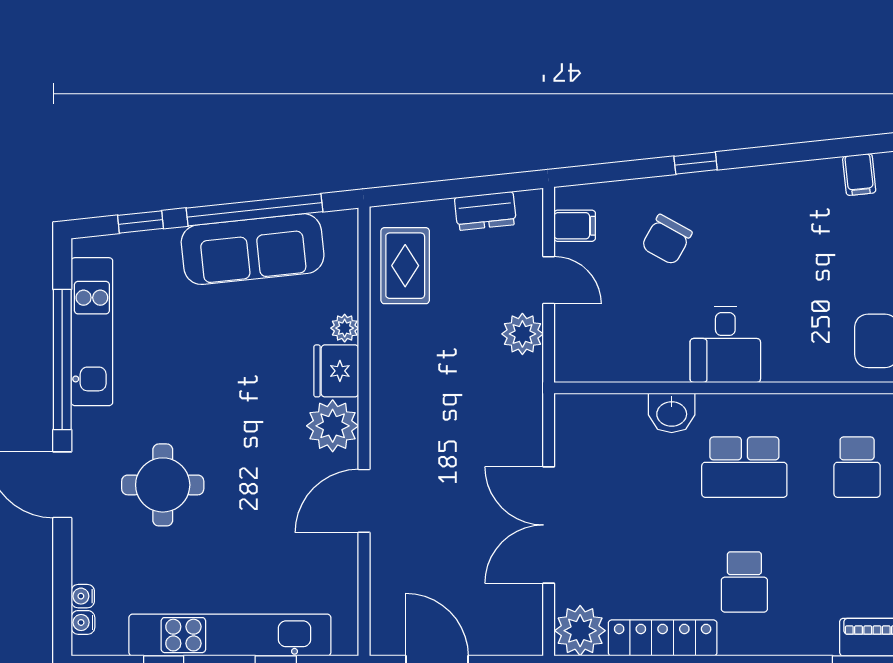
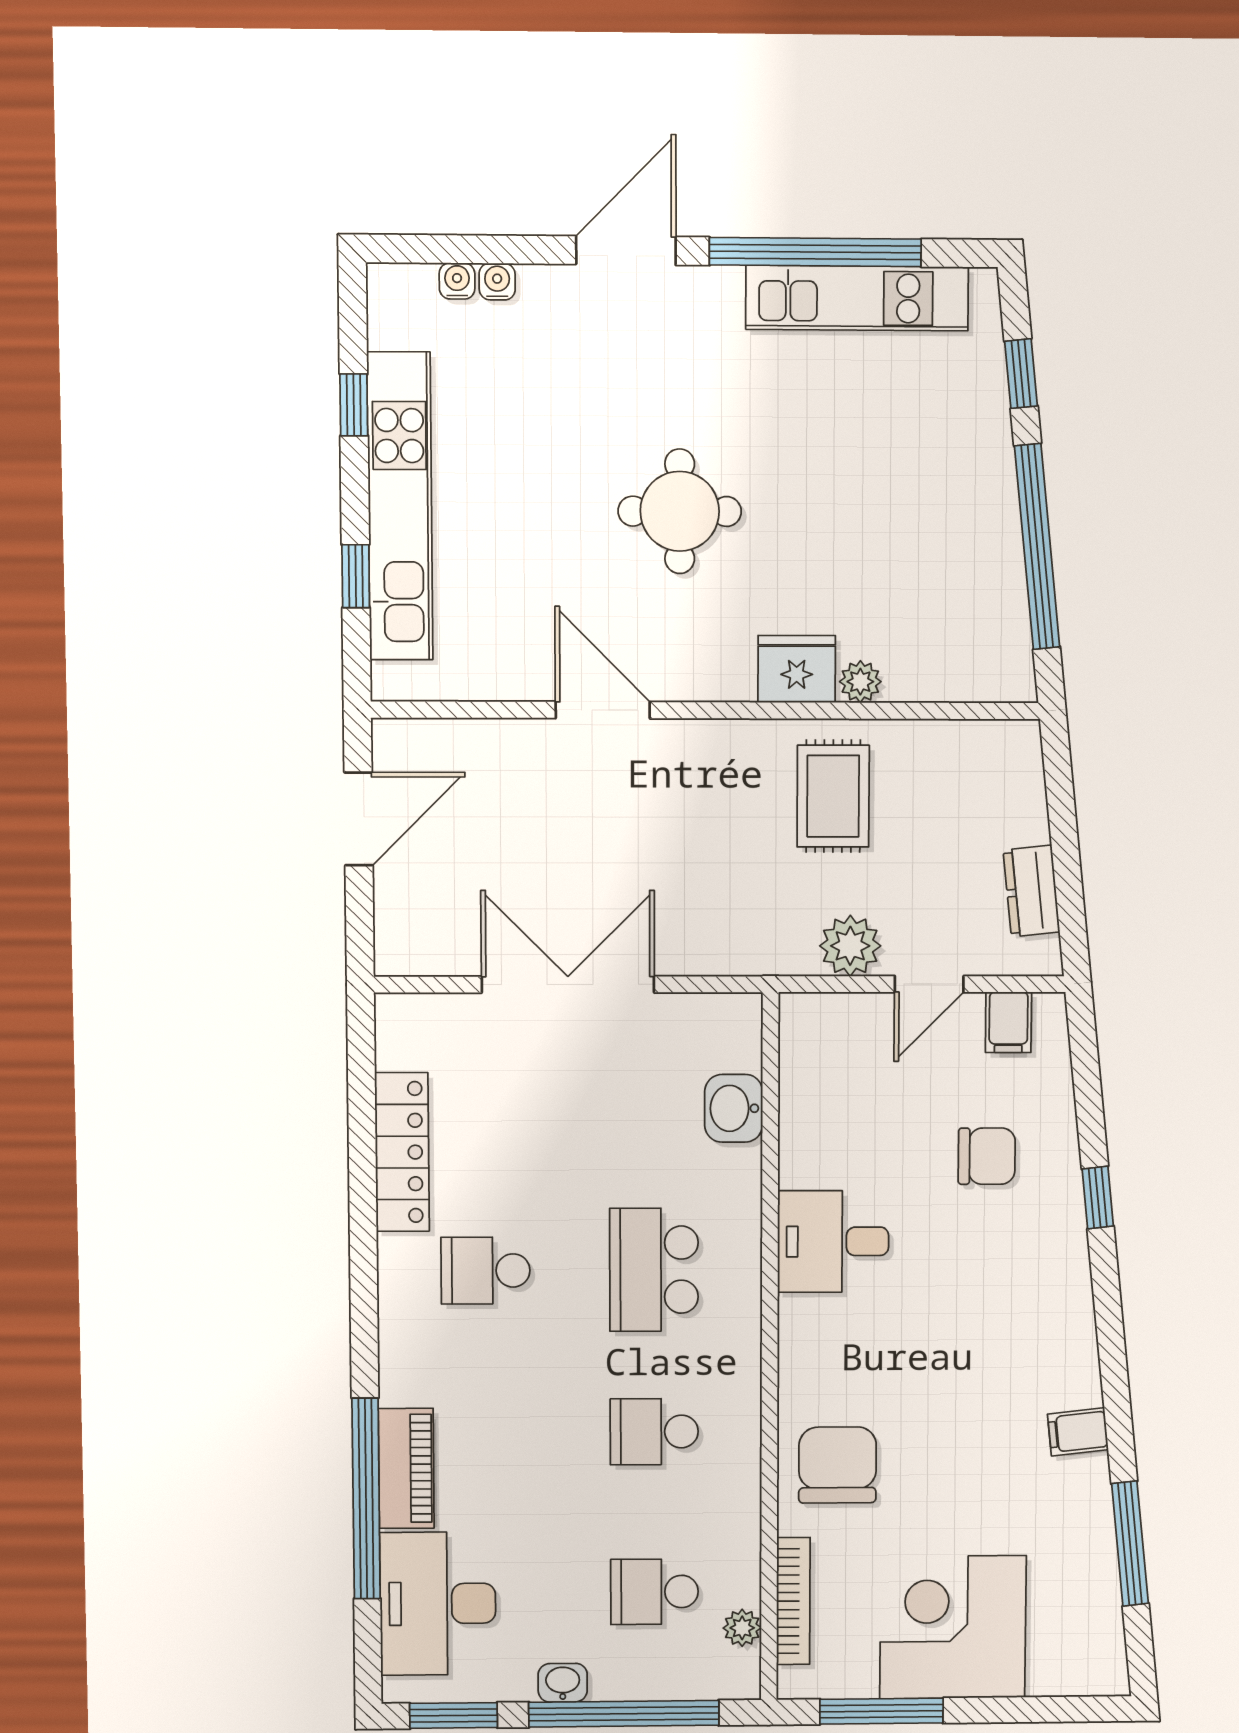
chair: (667, 240) -> (987, 1156), turned 151
sofa: (253, 249) -> (979, 544), removed
rug: (405, 266) -> (833, 796), moved, turned 90
washbasin: (672, 413) -> (734, 1108), moved
plant: (333, 426) -> (715, 663), removed
round table: (163, 485) -> (680, 511), moved
water cooler: (83, 622) -> (497, 282), moved
plant: (580, 631) -> (412, 1031), removed

